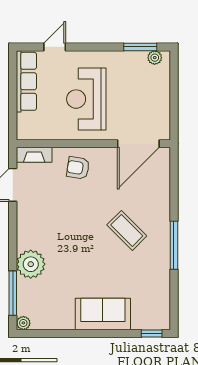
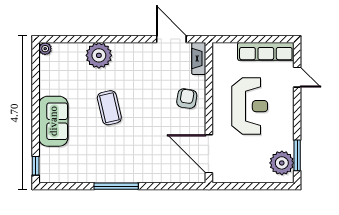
plant: (155, 58) -> (282, 163), width x1.87, depth x1.87
reception desk: (86, 99) -> (250, 106), turned 90
coffee table: (127, 230) -> (109, 108), moved, turned -58
window: (13, 293) -> (72, 39), removed

